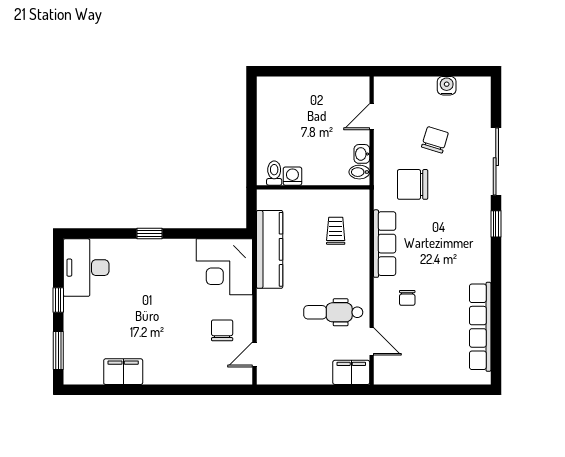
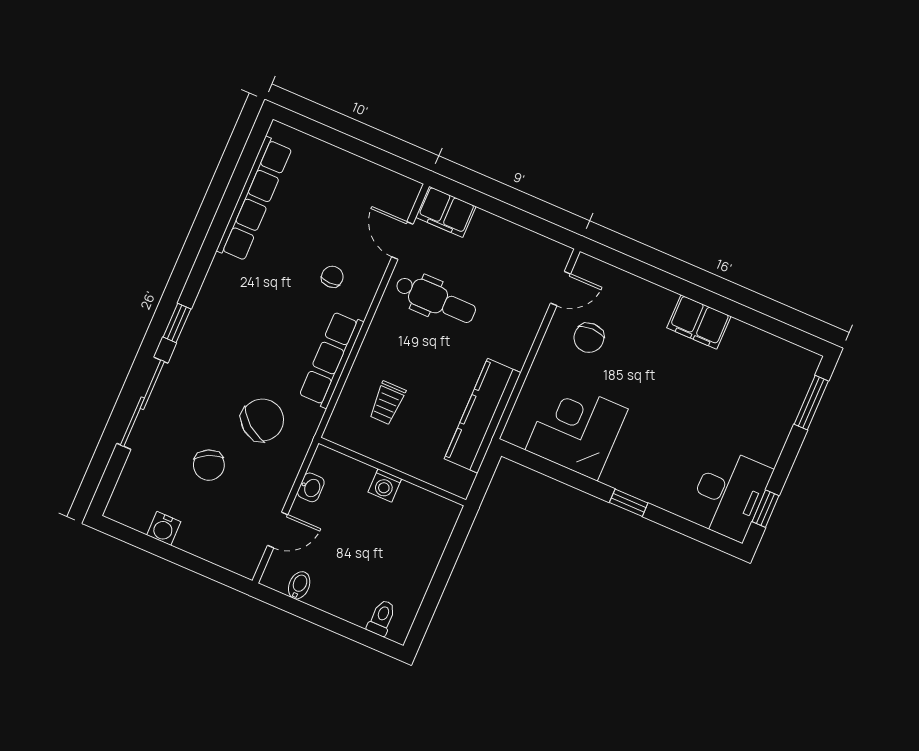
chair: (435, 140) -> (209, 465), turned -43
bidet: (359, 172) -> (299, 585), moved, turned -90
toilet: (274, 173) -> (382, 618), moved, turned 180
washing machine: (292, 176) -> (385, 485), moved
chair: (413, 184) -> (262, 420), turned -52
corner desk: (224, 267) -> (577, 430), moved, turned -90
window: (58, 300) -> (766, 509), moved
filing cabinet: (123, 372) -> (699, 322), moved

